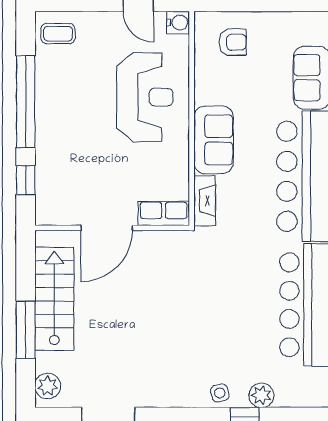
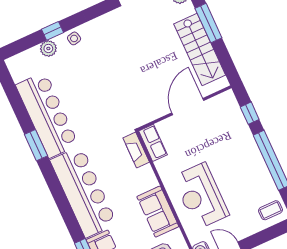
sofa: (214, 140) -> (158, 212), moved
row of seats: (164, 213) -> (153, 143), moved, turned -90

